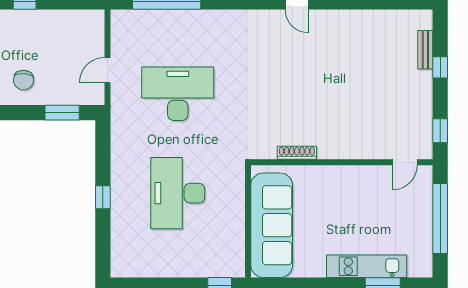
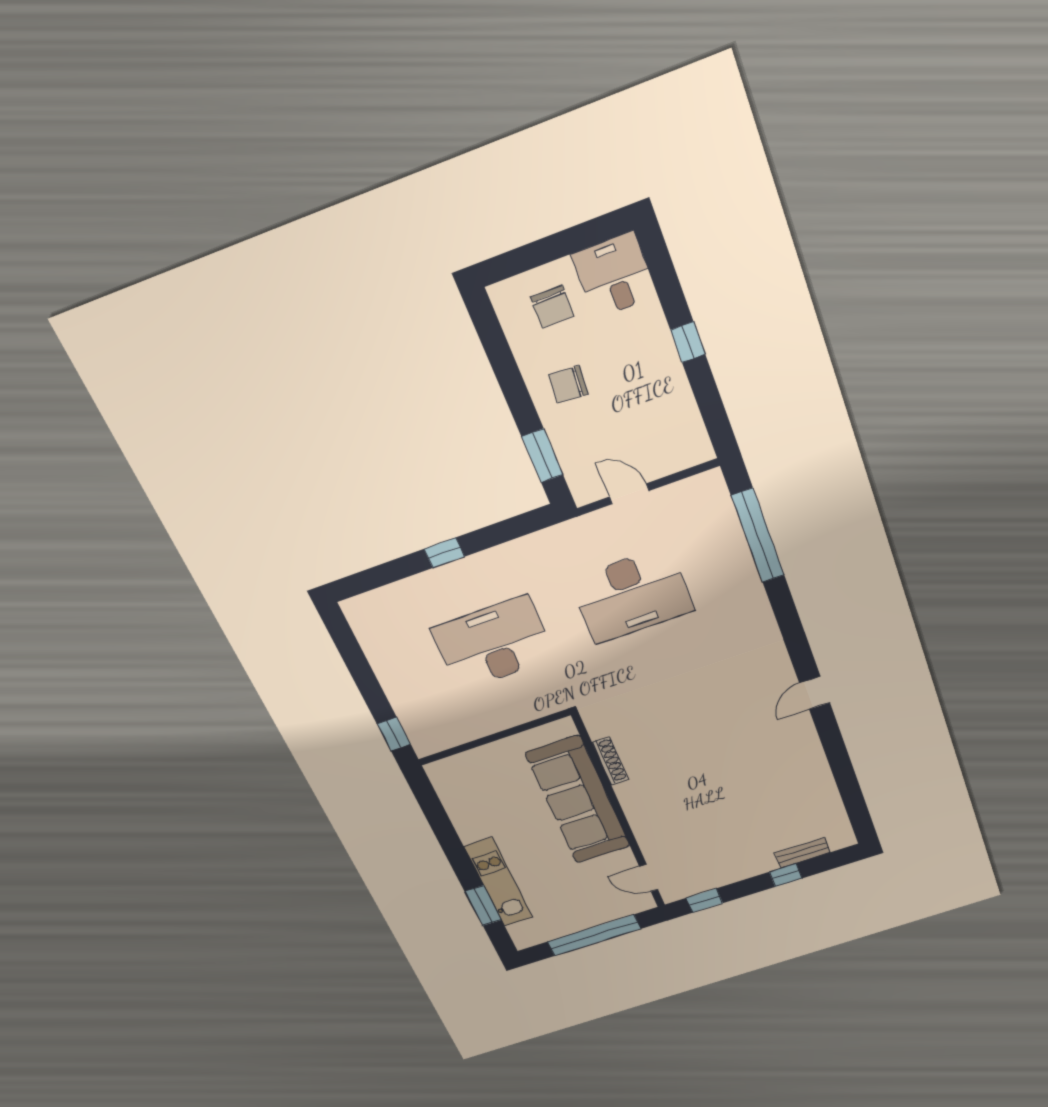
desk: (178, 94) -> (632, 595), turned 90
sofa: (272, 225) -> (578, 800), moved, turned 90

